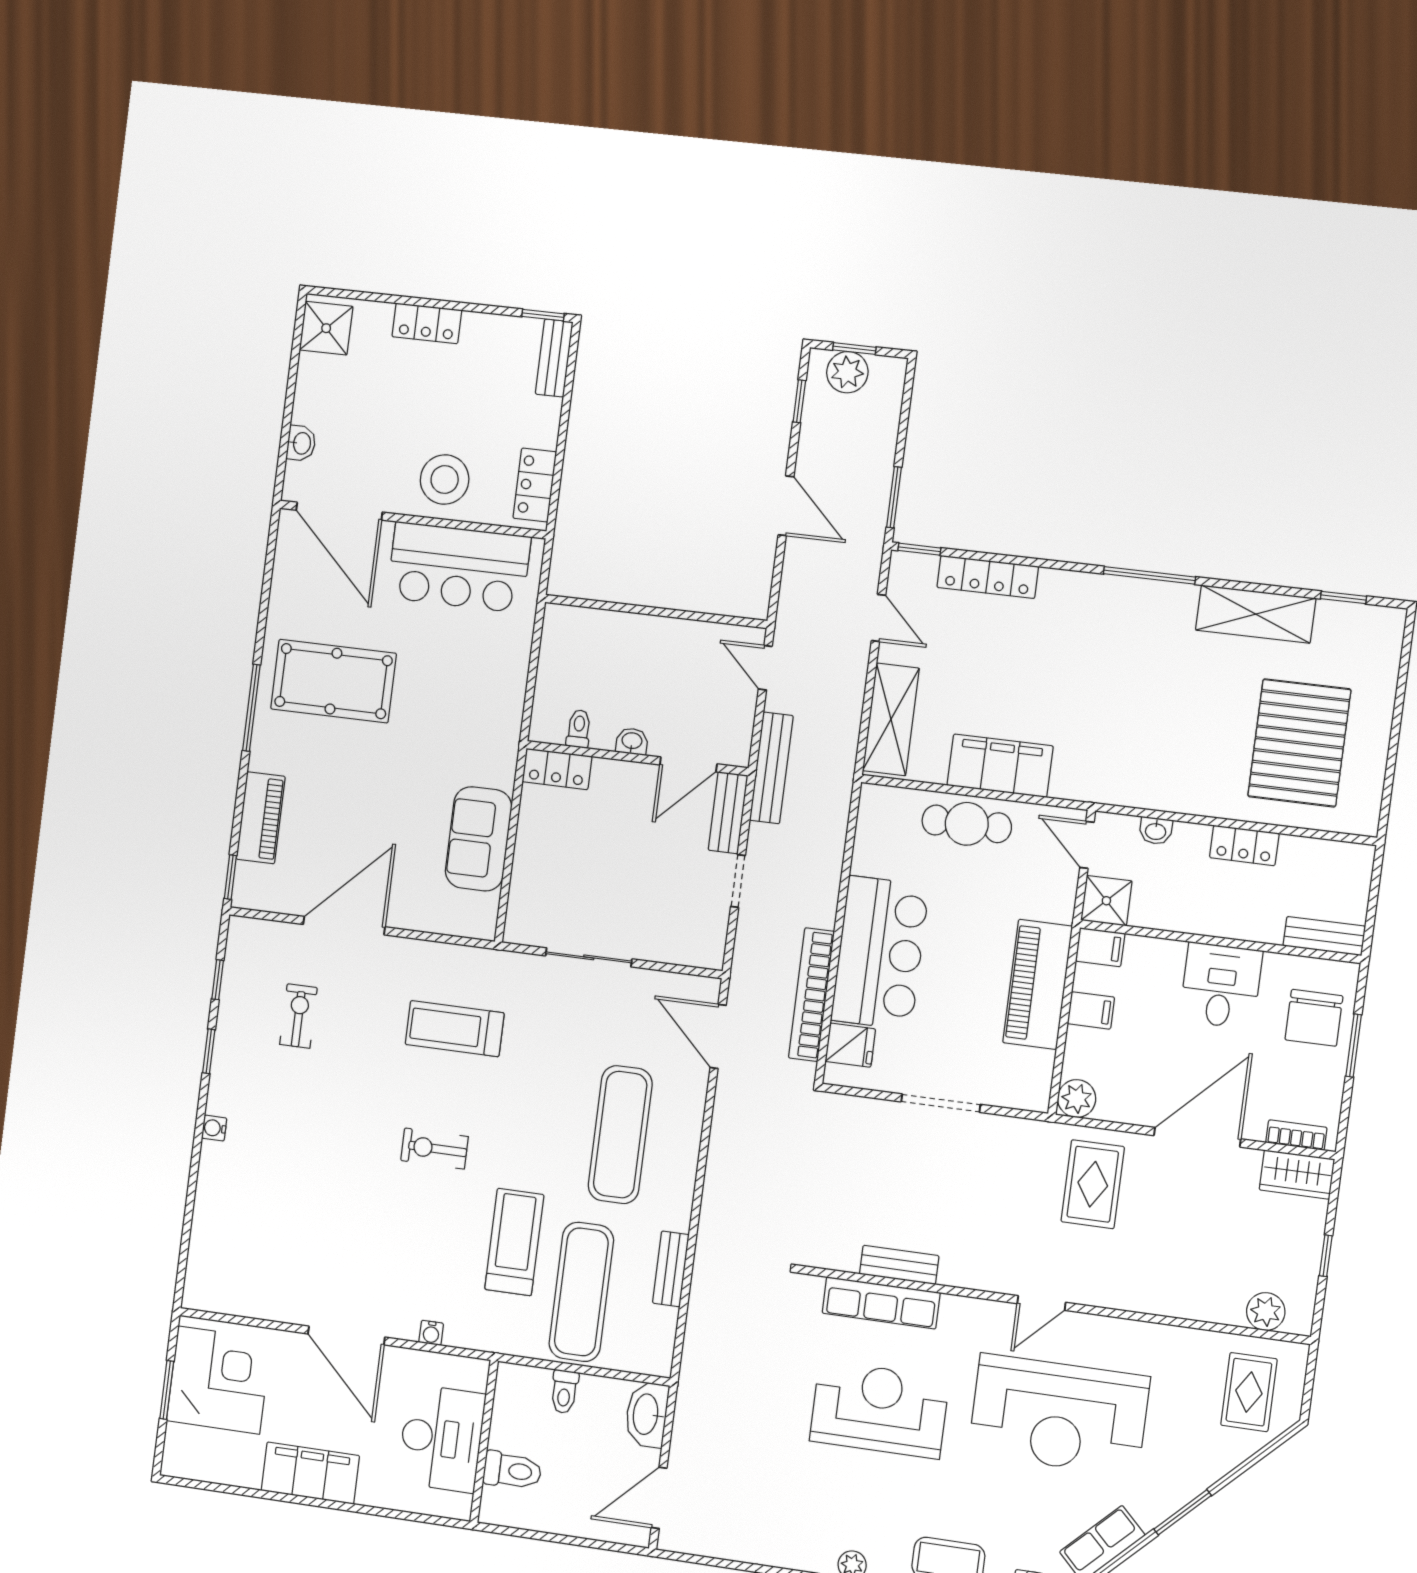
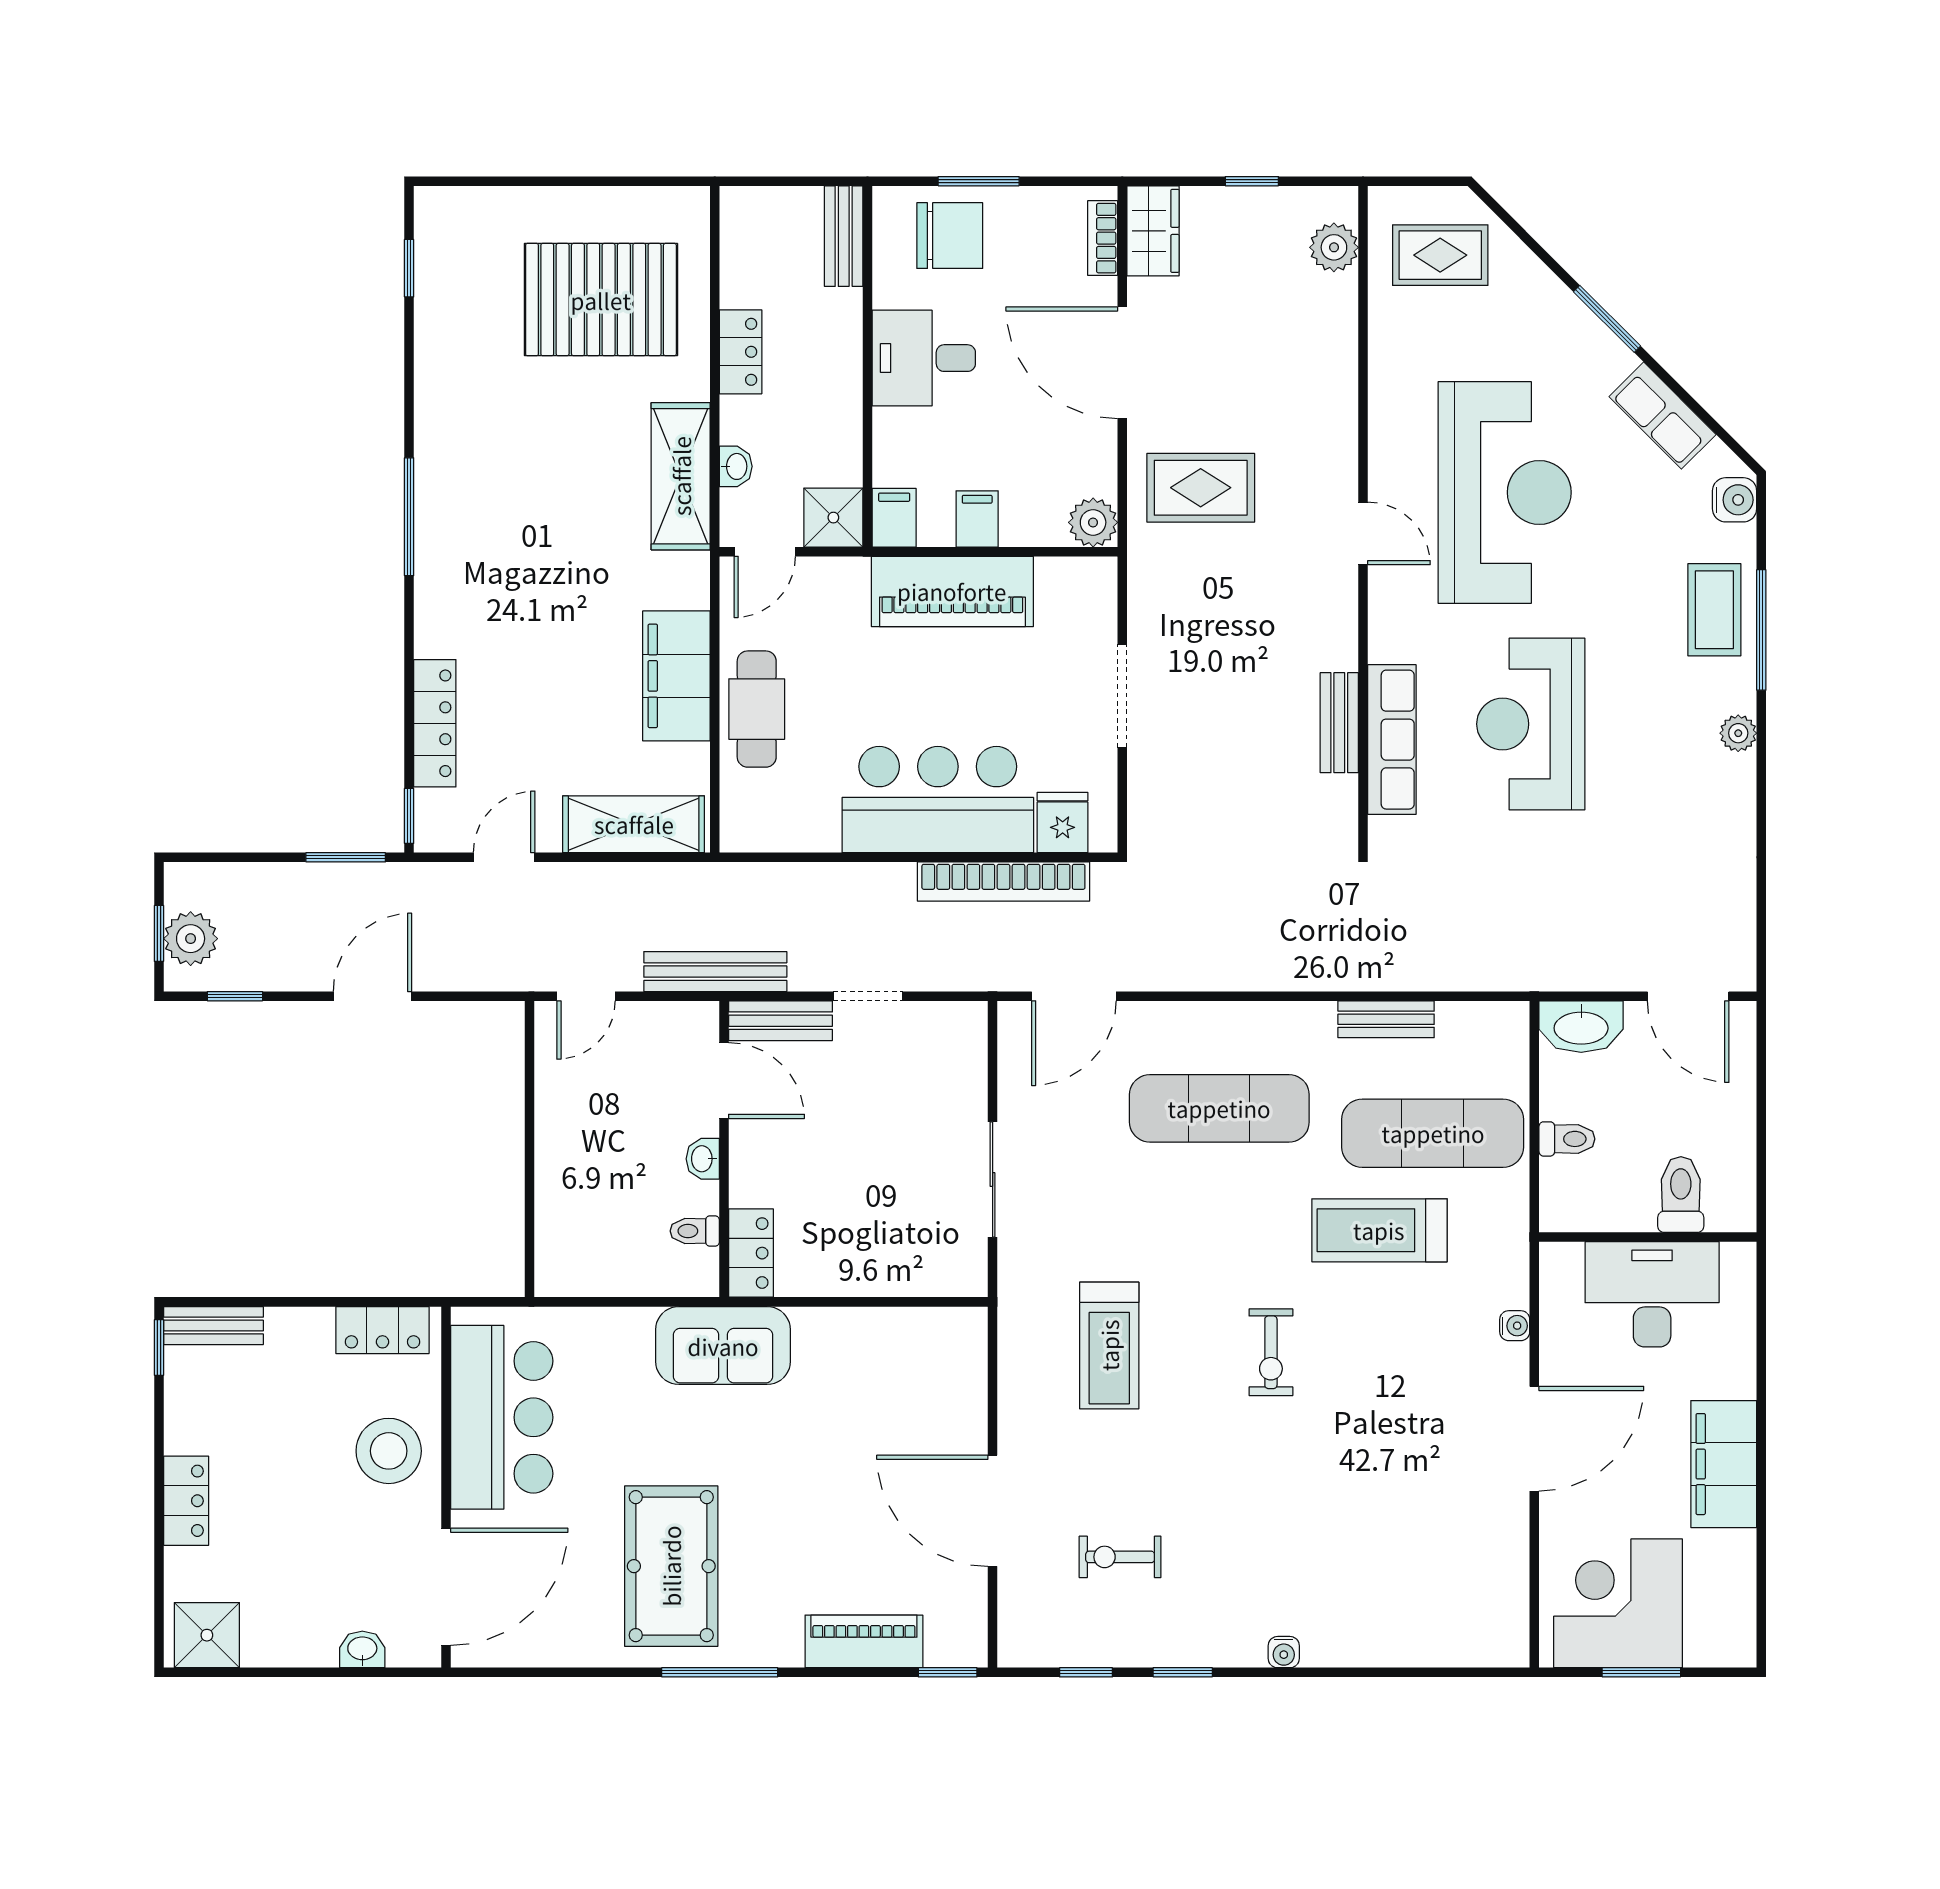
shelving: (1256, 614) -> (681, 476), moved
sofa: (479, 839) -> (723, 1346), moved

